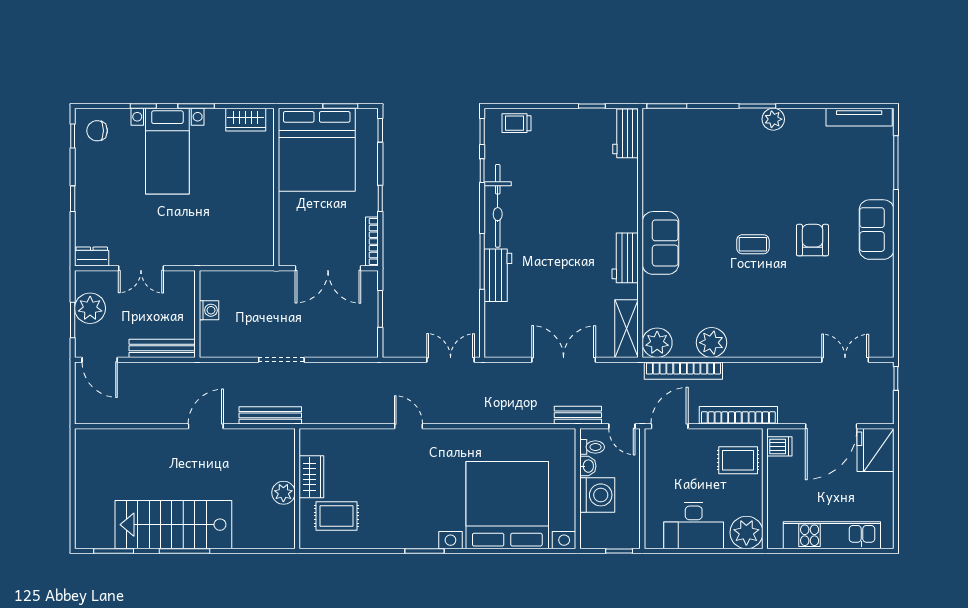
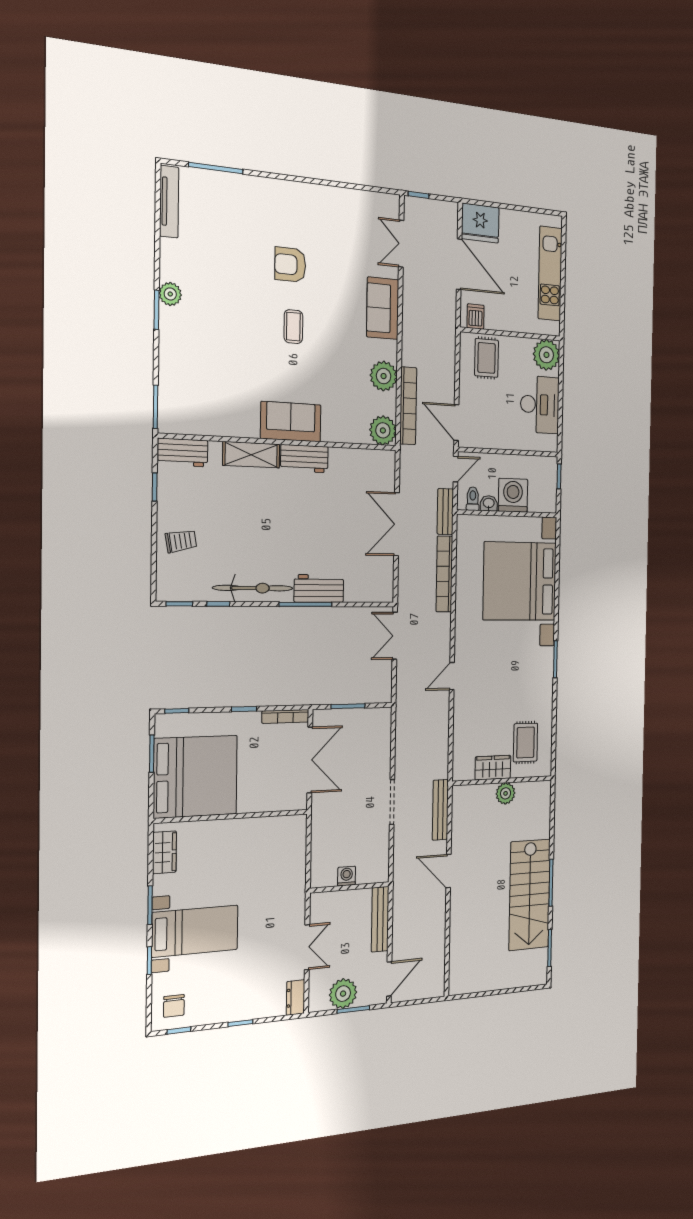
trolley: (517, 123) -> (181, 541), moved, turned -100
sofa: (877, 230) -> (383, 308), moved, turned 90
shelving: (626, 329) -> (251, 455), moved
bookcase: (738, 415) -> (444, 574), moved

